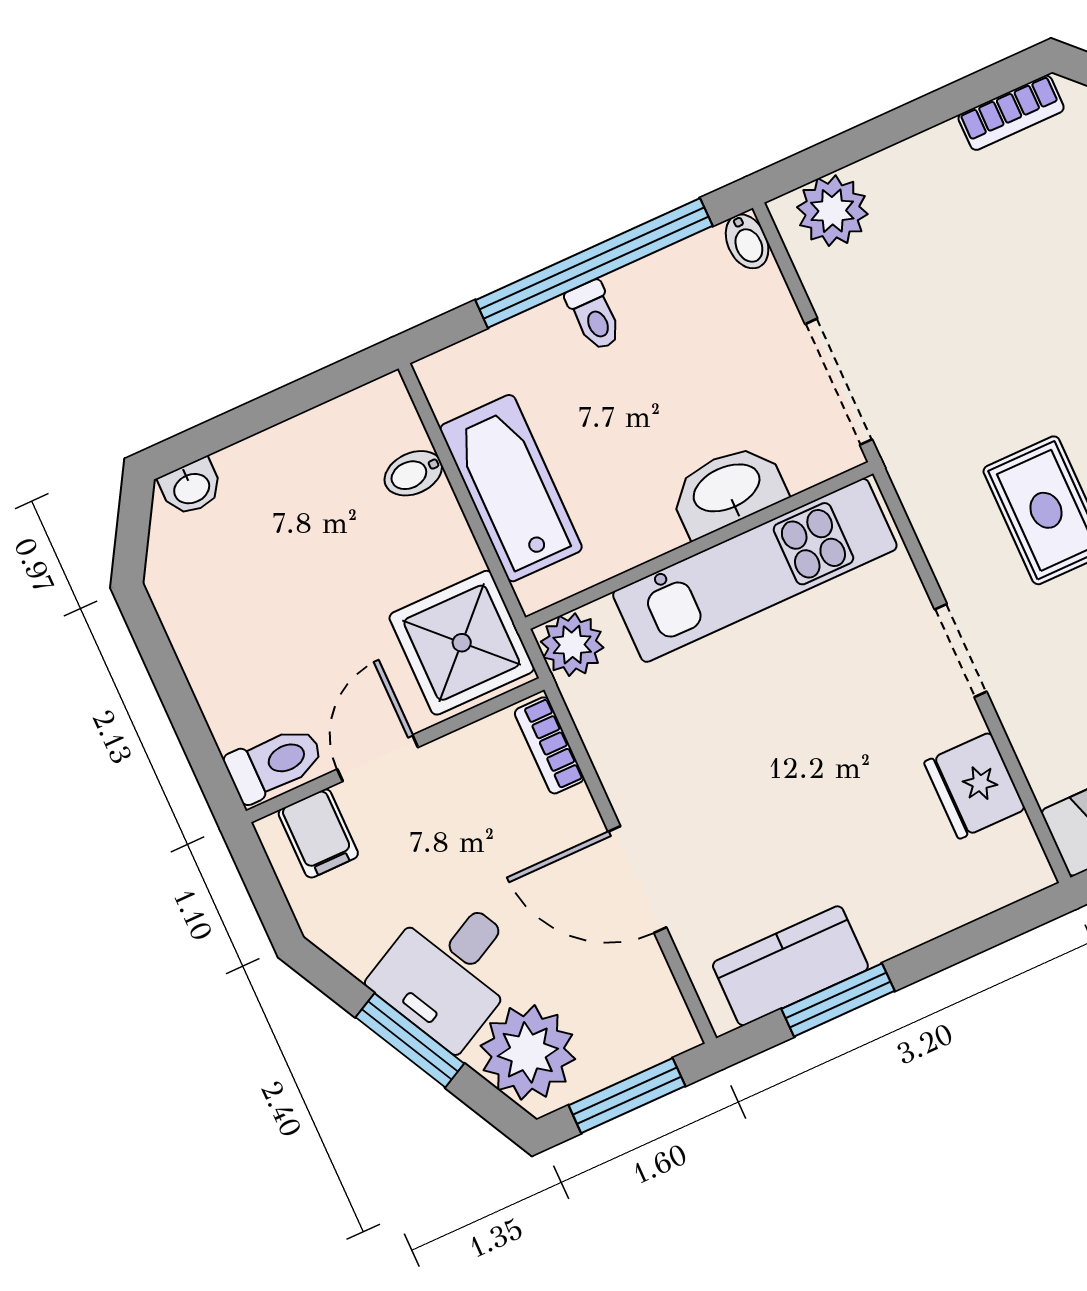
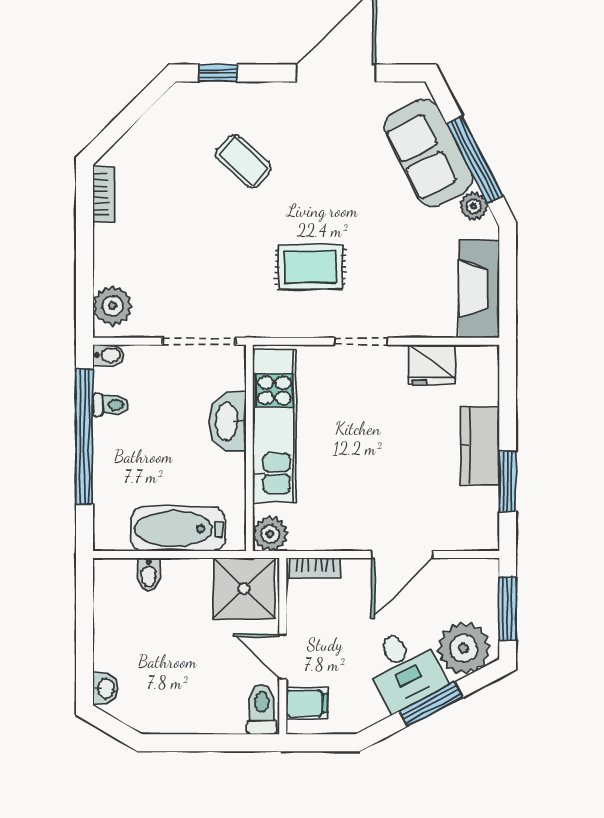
toilet: (594, 316) -> (111, 405), moved
kitchen counter: (790, 966) -> (480, 446), moved

